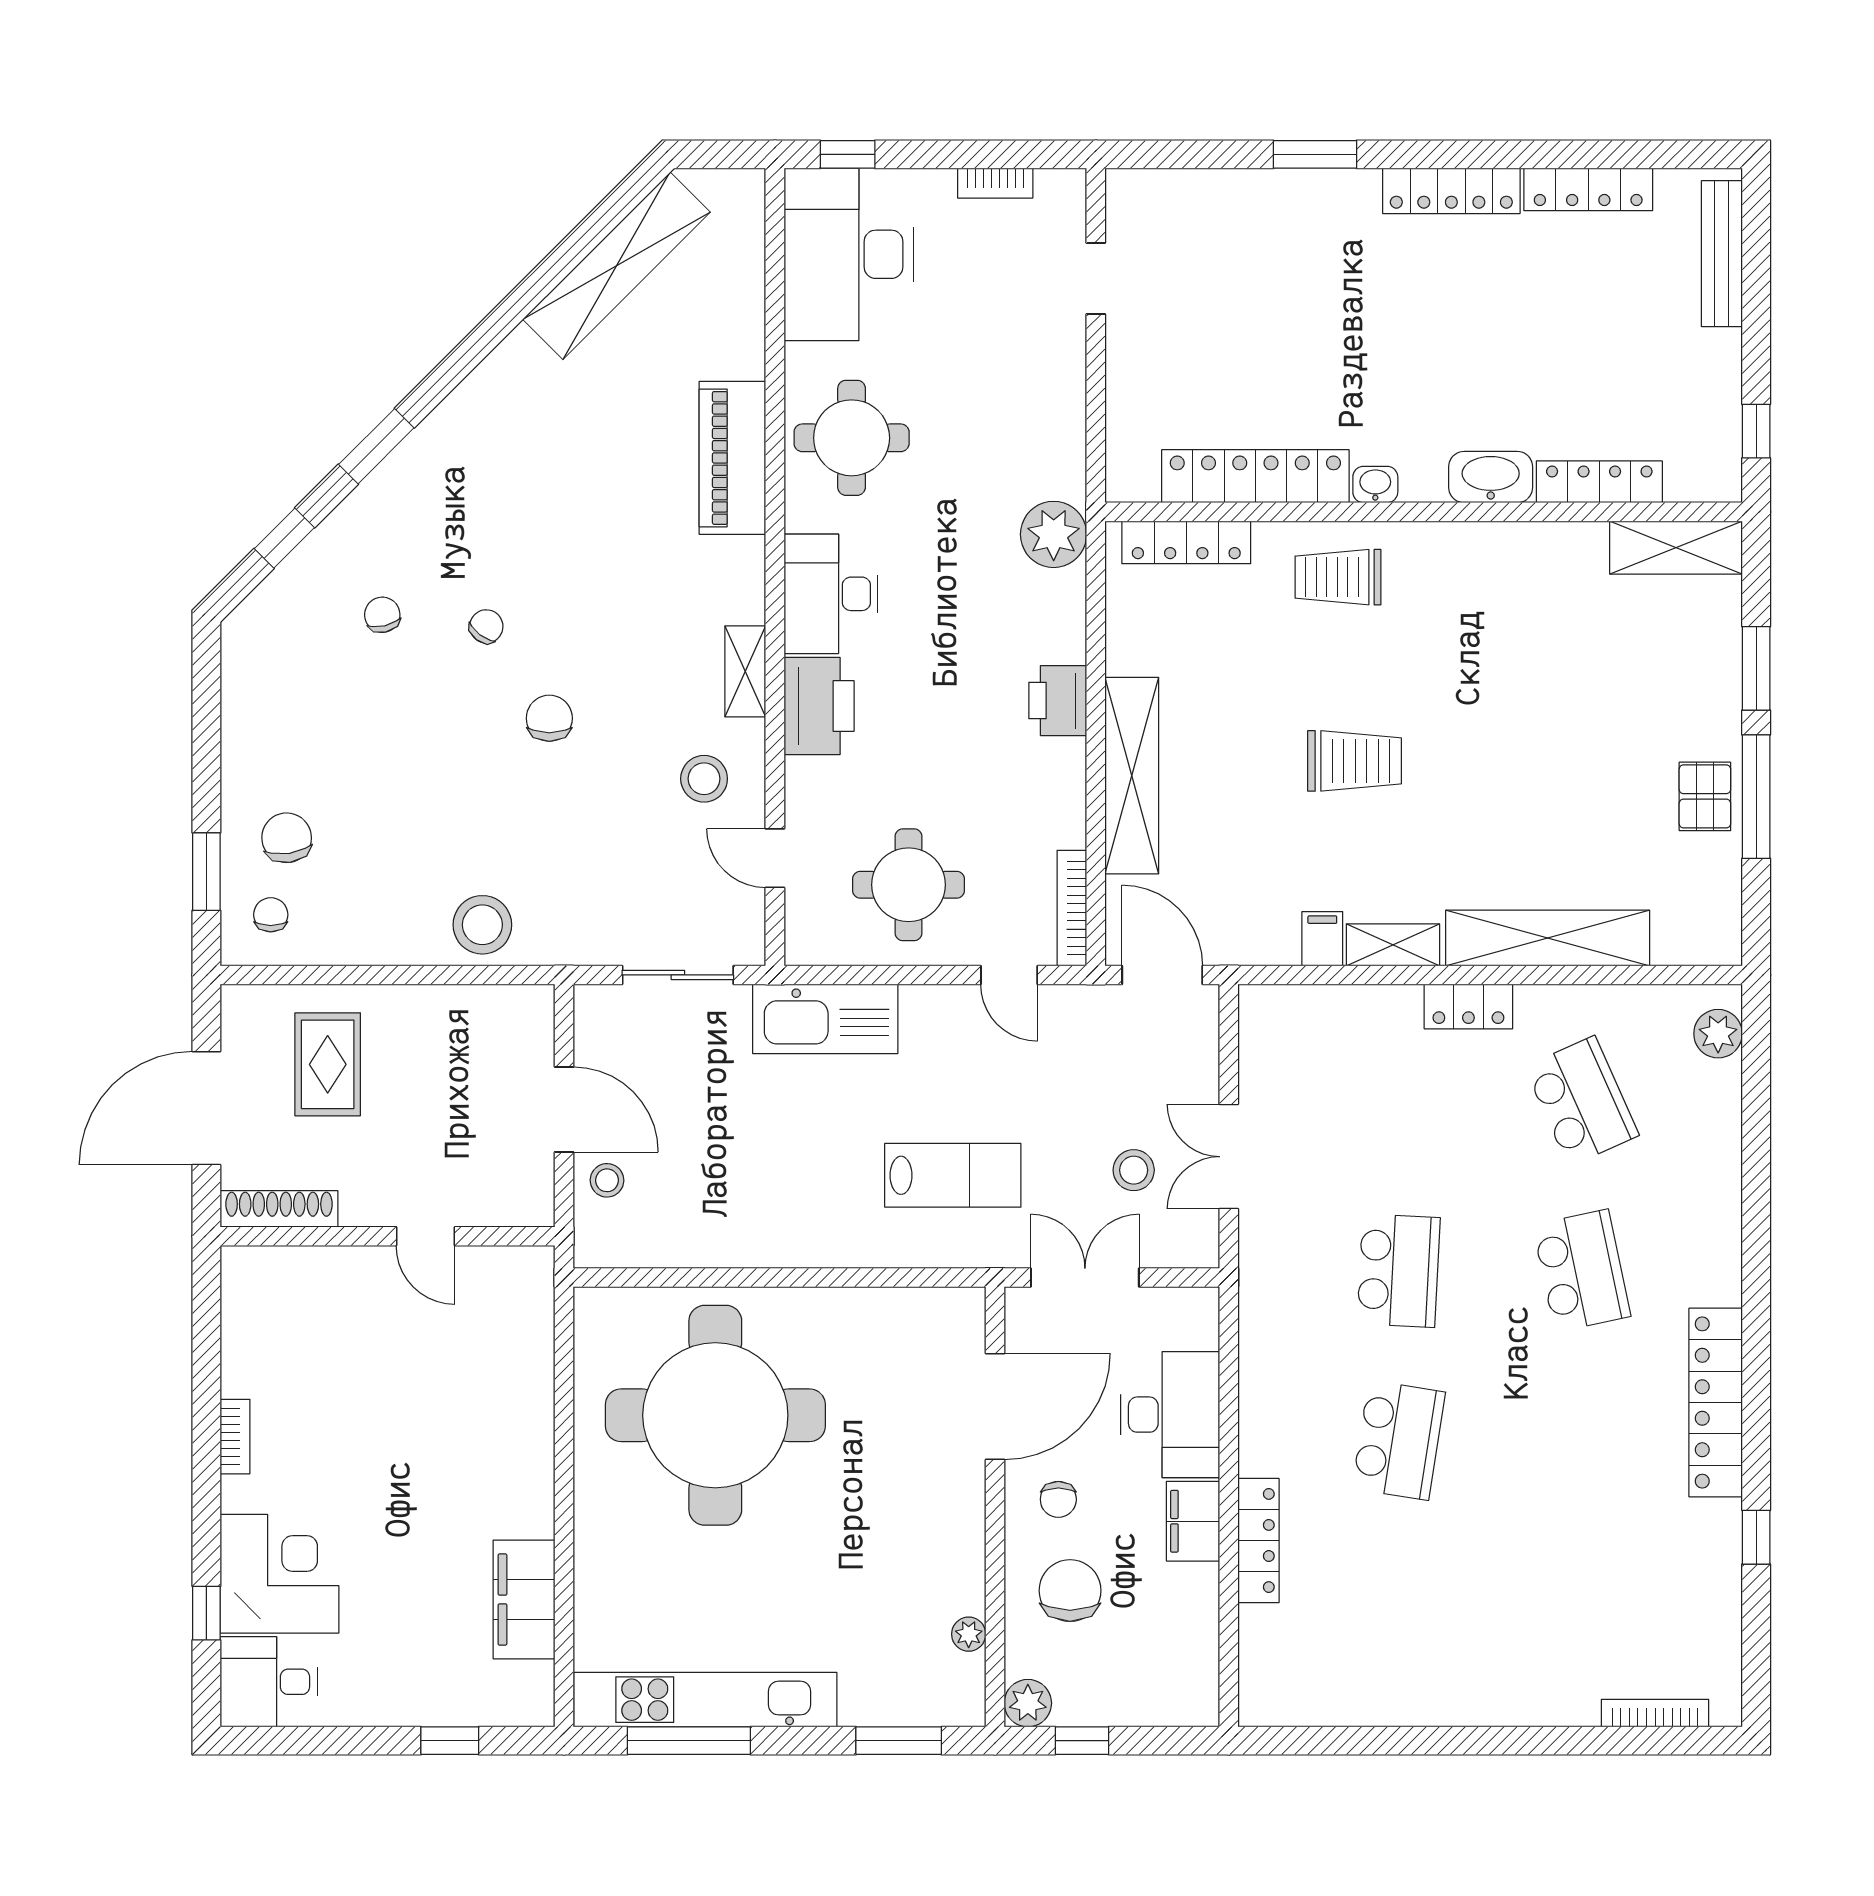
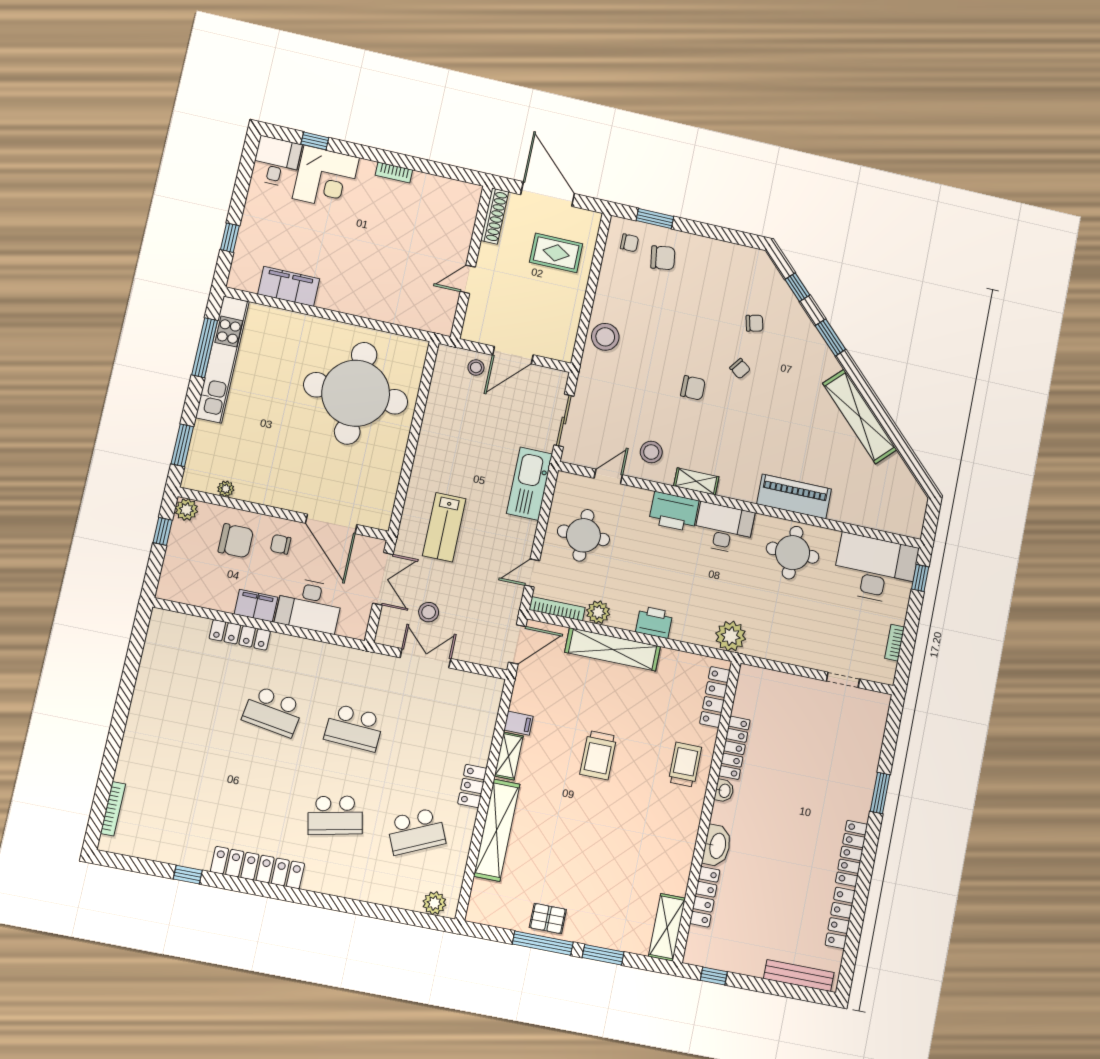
shelving: (616, 266) -> (860, 417), moved
locker: (1255, 476) -> (734, 748), width x0.71, depth x0.83
plant: (1061, 821) -> (598, 612), added

